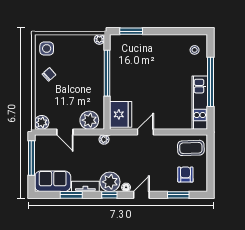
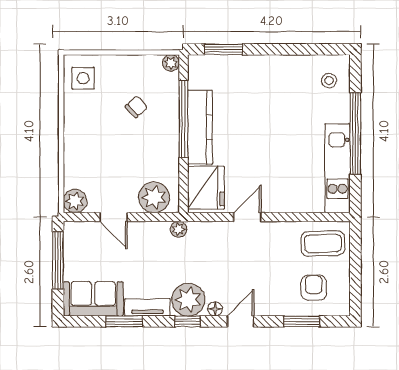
chair: (49, 74) -> (136, 107), moved
kitchen counter: (117, 78) -> (200, 127), added

